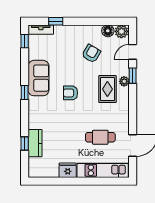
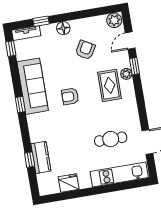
floor lamp: (108, 31) -> (63, 28), moved
sofa: (39, 78) -> (33, 86), width x1.36
fridge: (68, 170) -> (69, 183), moved

